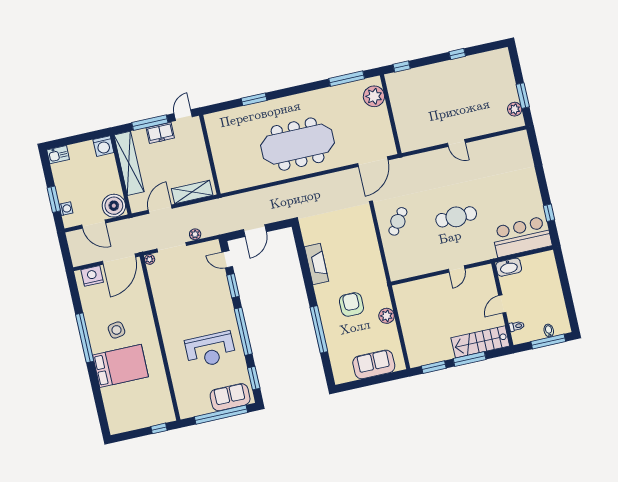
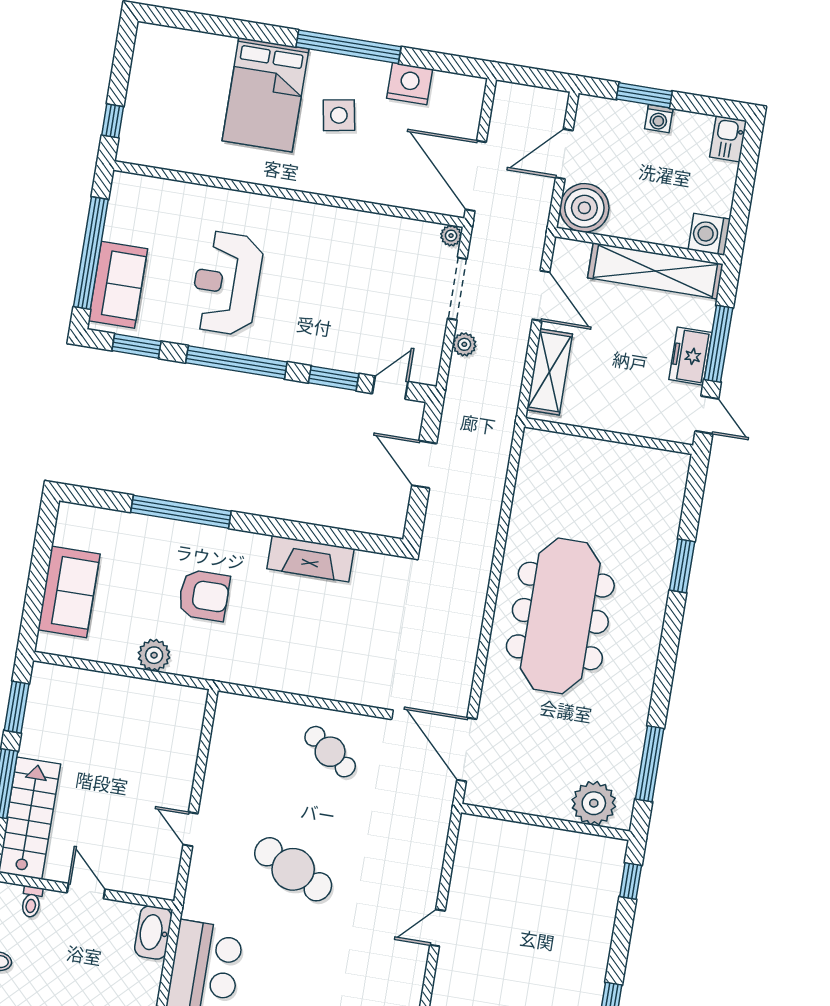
washing machine: (66, 209) -> (659, 119), moved
cafe table: (456, 217) -> (293, 869), turned -63
nightstand: (92, 276) -> (410, 84), moved, turned -90

